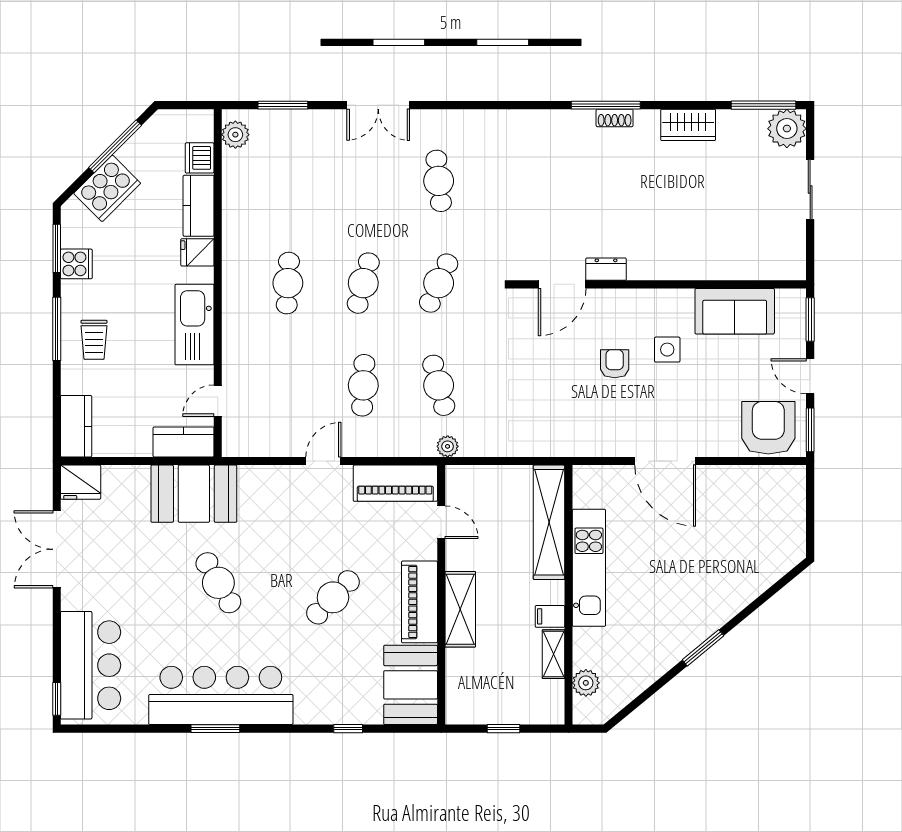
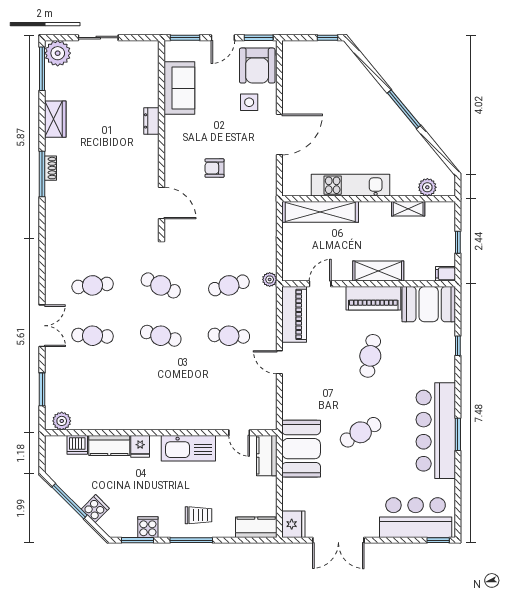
cooker: (107, 188) -> (95, 509), width x0.53, depth x0.76
dresser: (606, 269) -> (151, 121), moved
cafe table: (288, 283) -> (93, 336), moved
side table: (667, 350) -> (249, 102), moved
armchair: (768, 428) -> (257, 66), turned -90
window: (810, 533) -> (328, 38), added
cafe table: (333, 597) -> (370, 356), turned 57
filing cabinet: (550, 616) -> (445, 274), moved, turned 90
window: (703, 648) -> (404, 109), width x1.44

